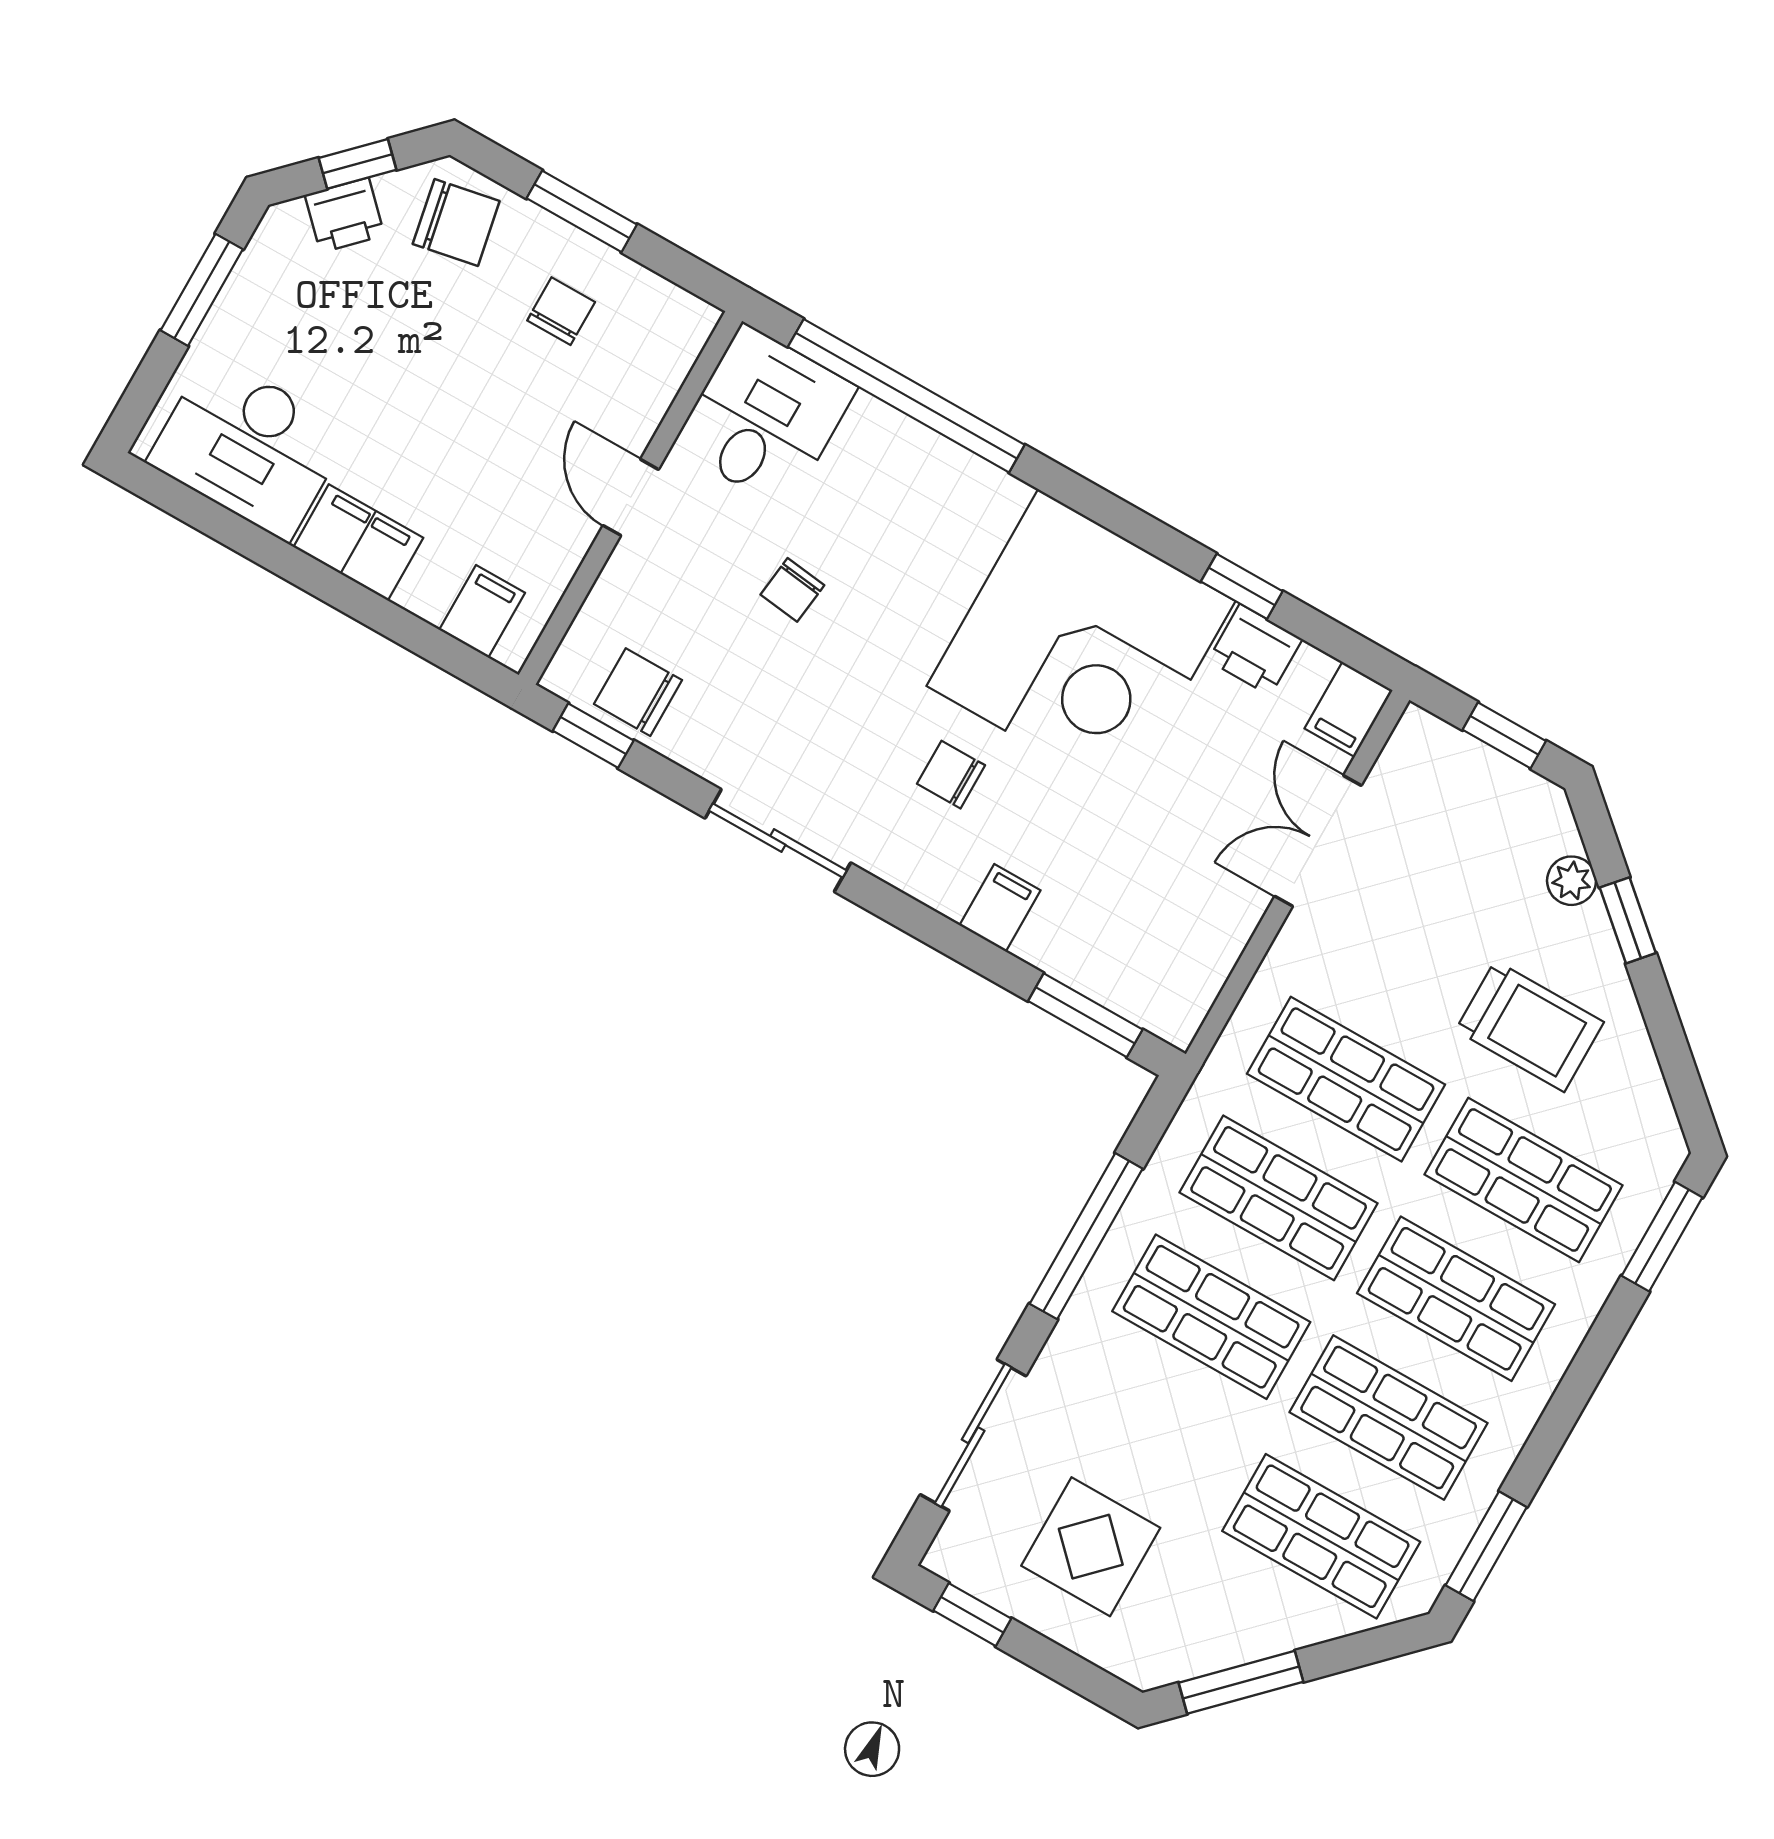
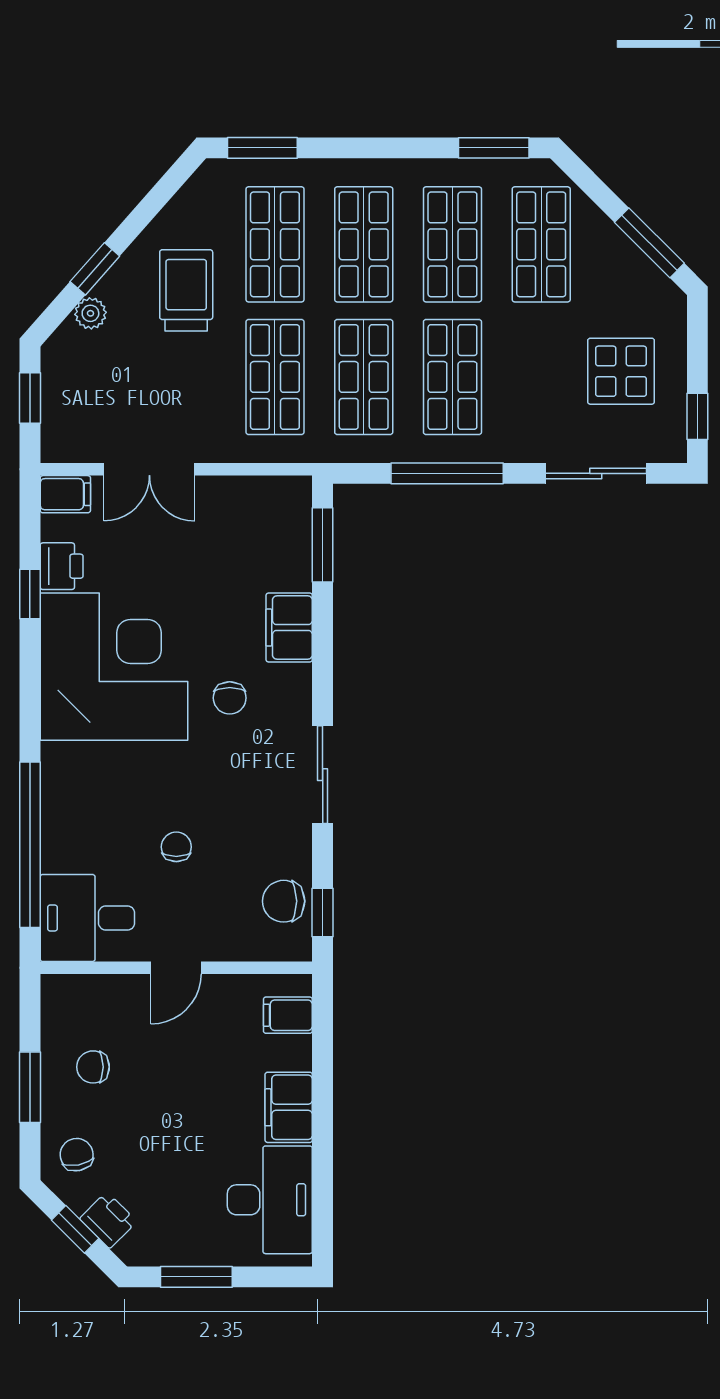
chair: (456, 222) -> (77, 1155), width x0.73, depth x0.73
chair: (792, 590) -> (176, 847), turned -97
chair: (638, 692) -> (284, 901), turned 90
filing cabinet: (1000, 908) -> (289, 628), width x2.00

